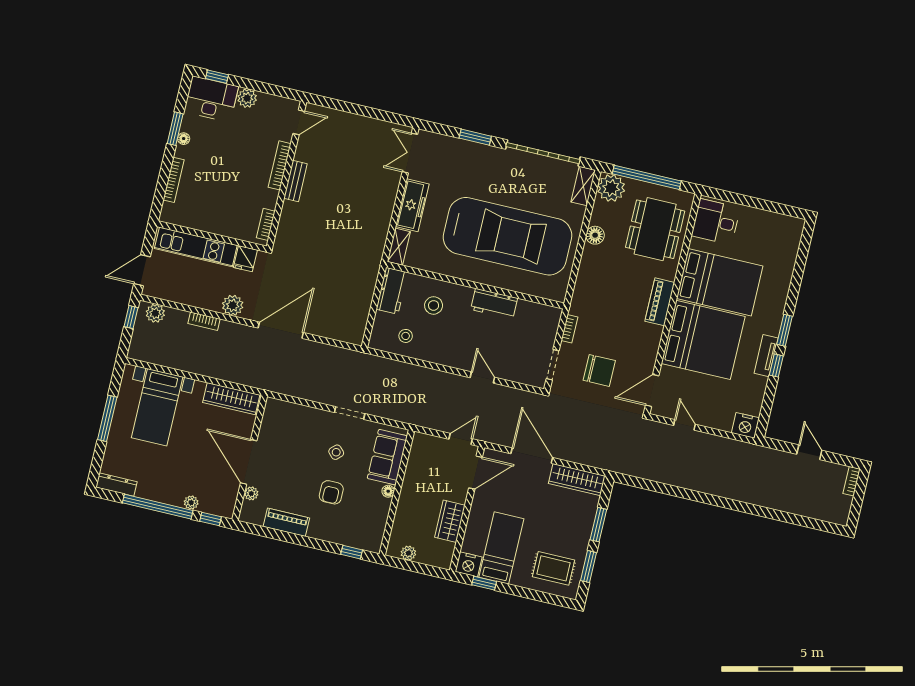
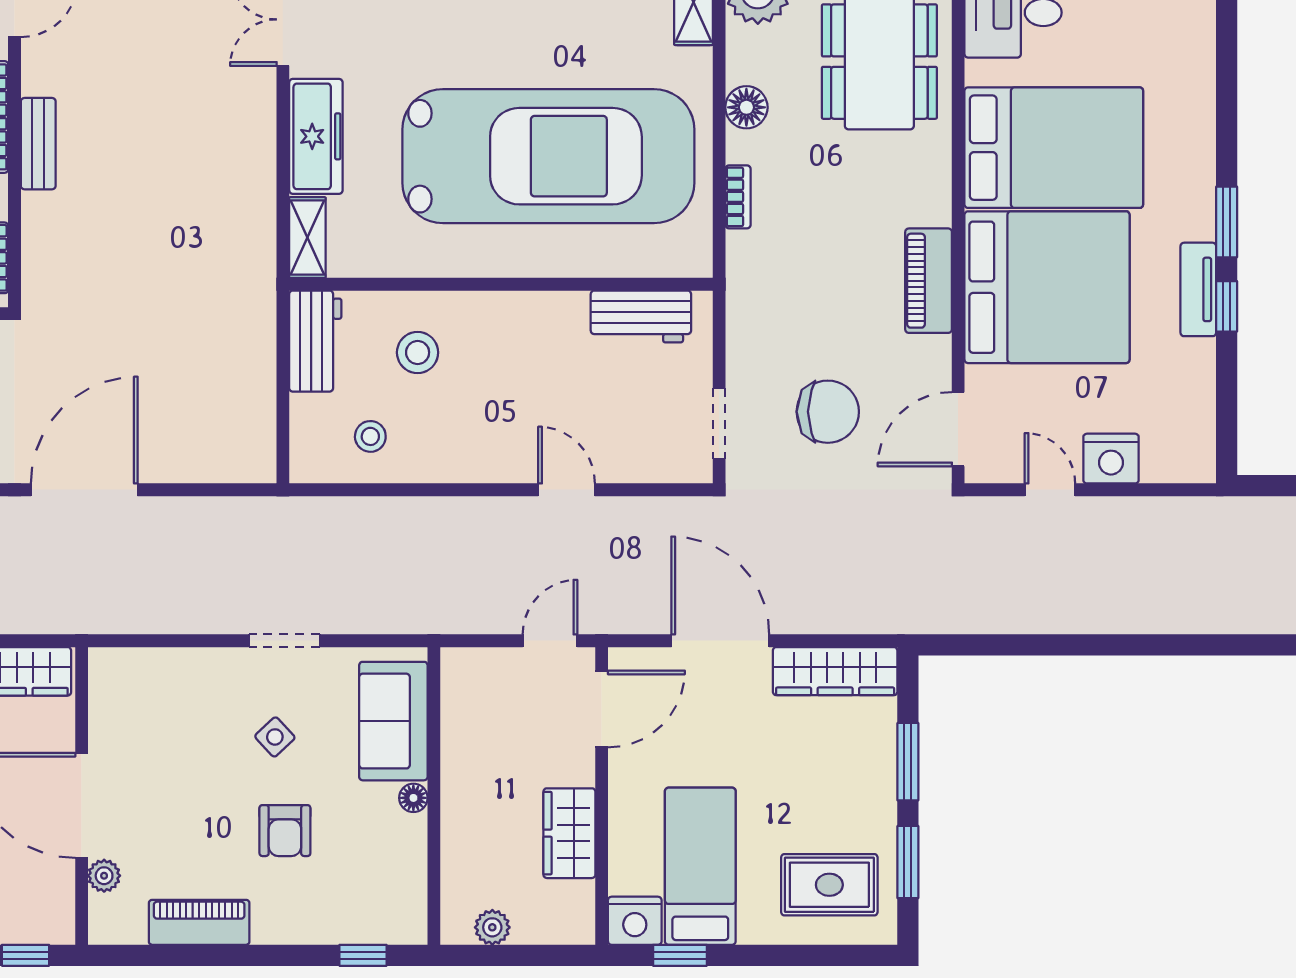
piano: (660, 302) -> (929, 281), moved
workbench: (494, 304) -> (641, 316), moved
bookcase: (569, 329) -> (738, 197), moved
nightstand: (745, 425) -> (1111, 459), moved

